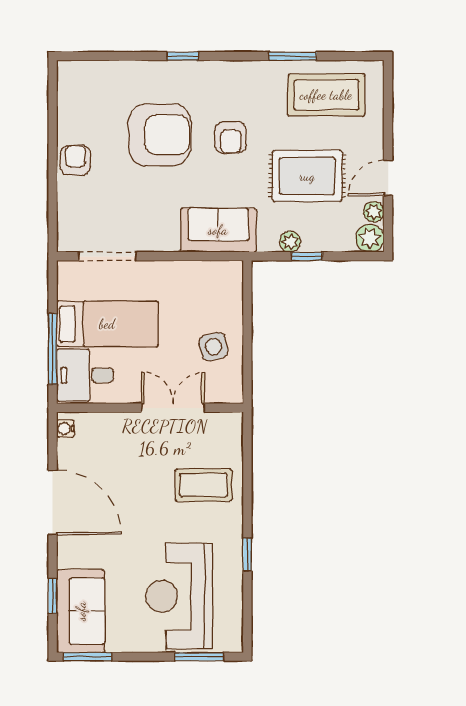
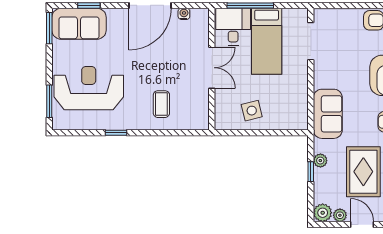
double door: (173, 408) -> (212, 68), moved
water cooler: (65, 429) -> (184, 14), moved
coffee table: (204, 485) -> (161, 104), width x0.73, depth x0.77

